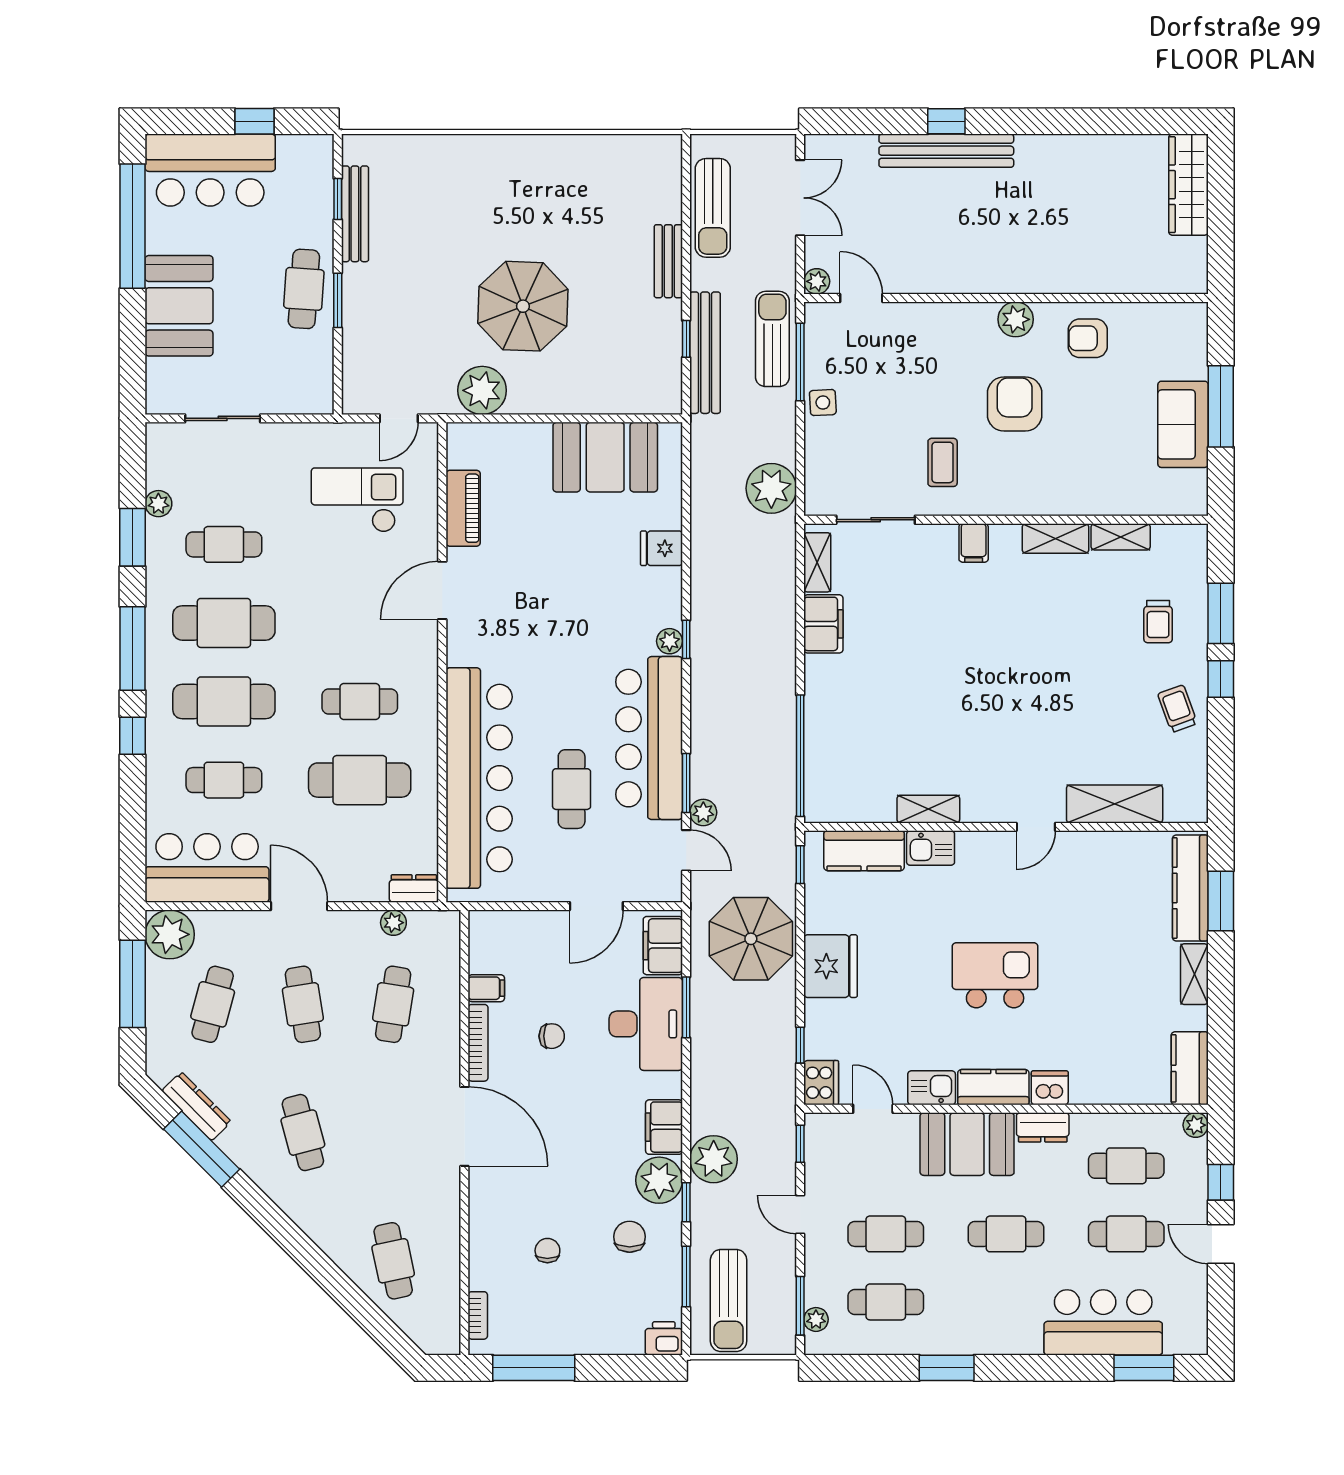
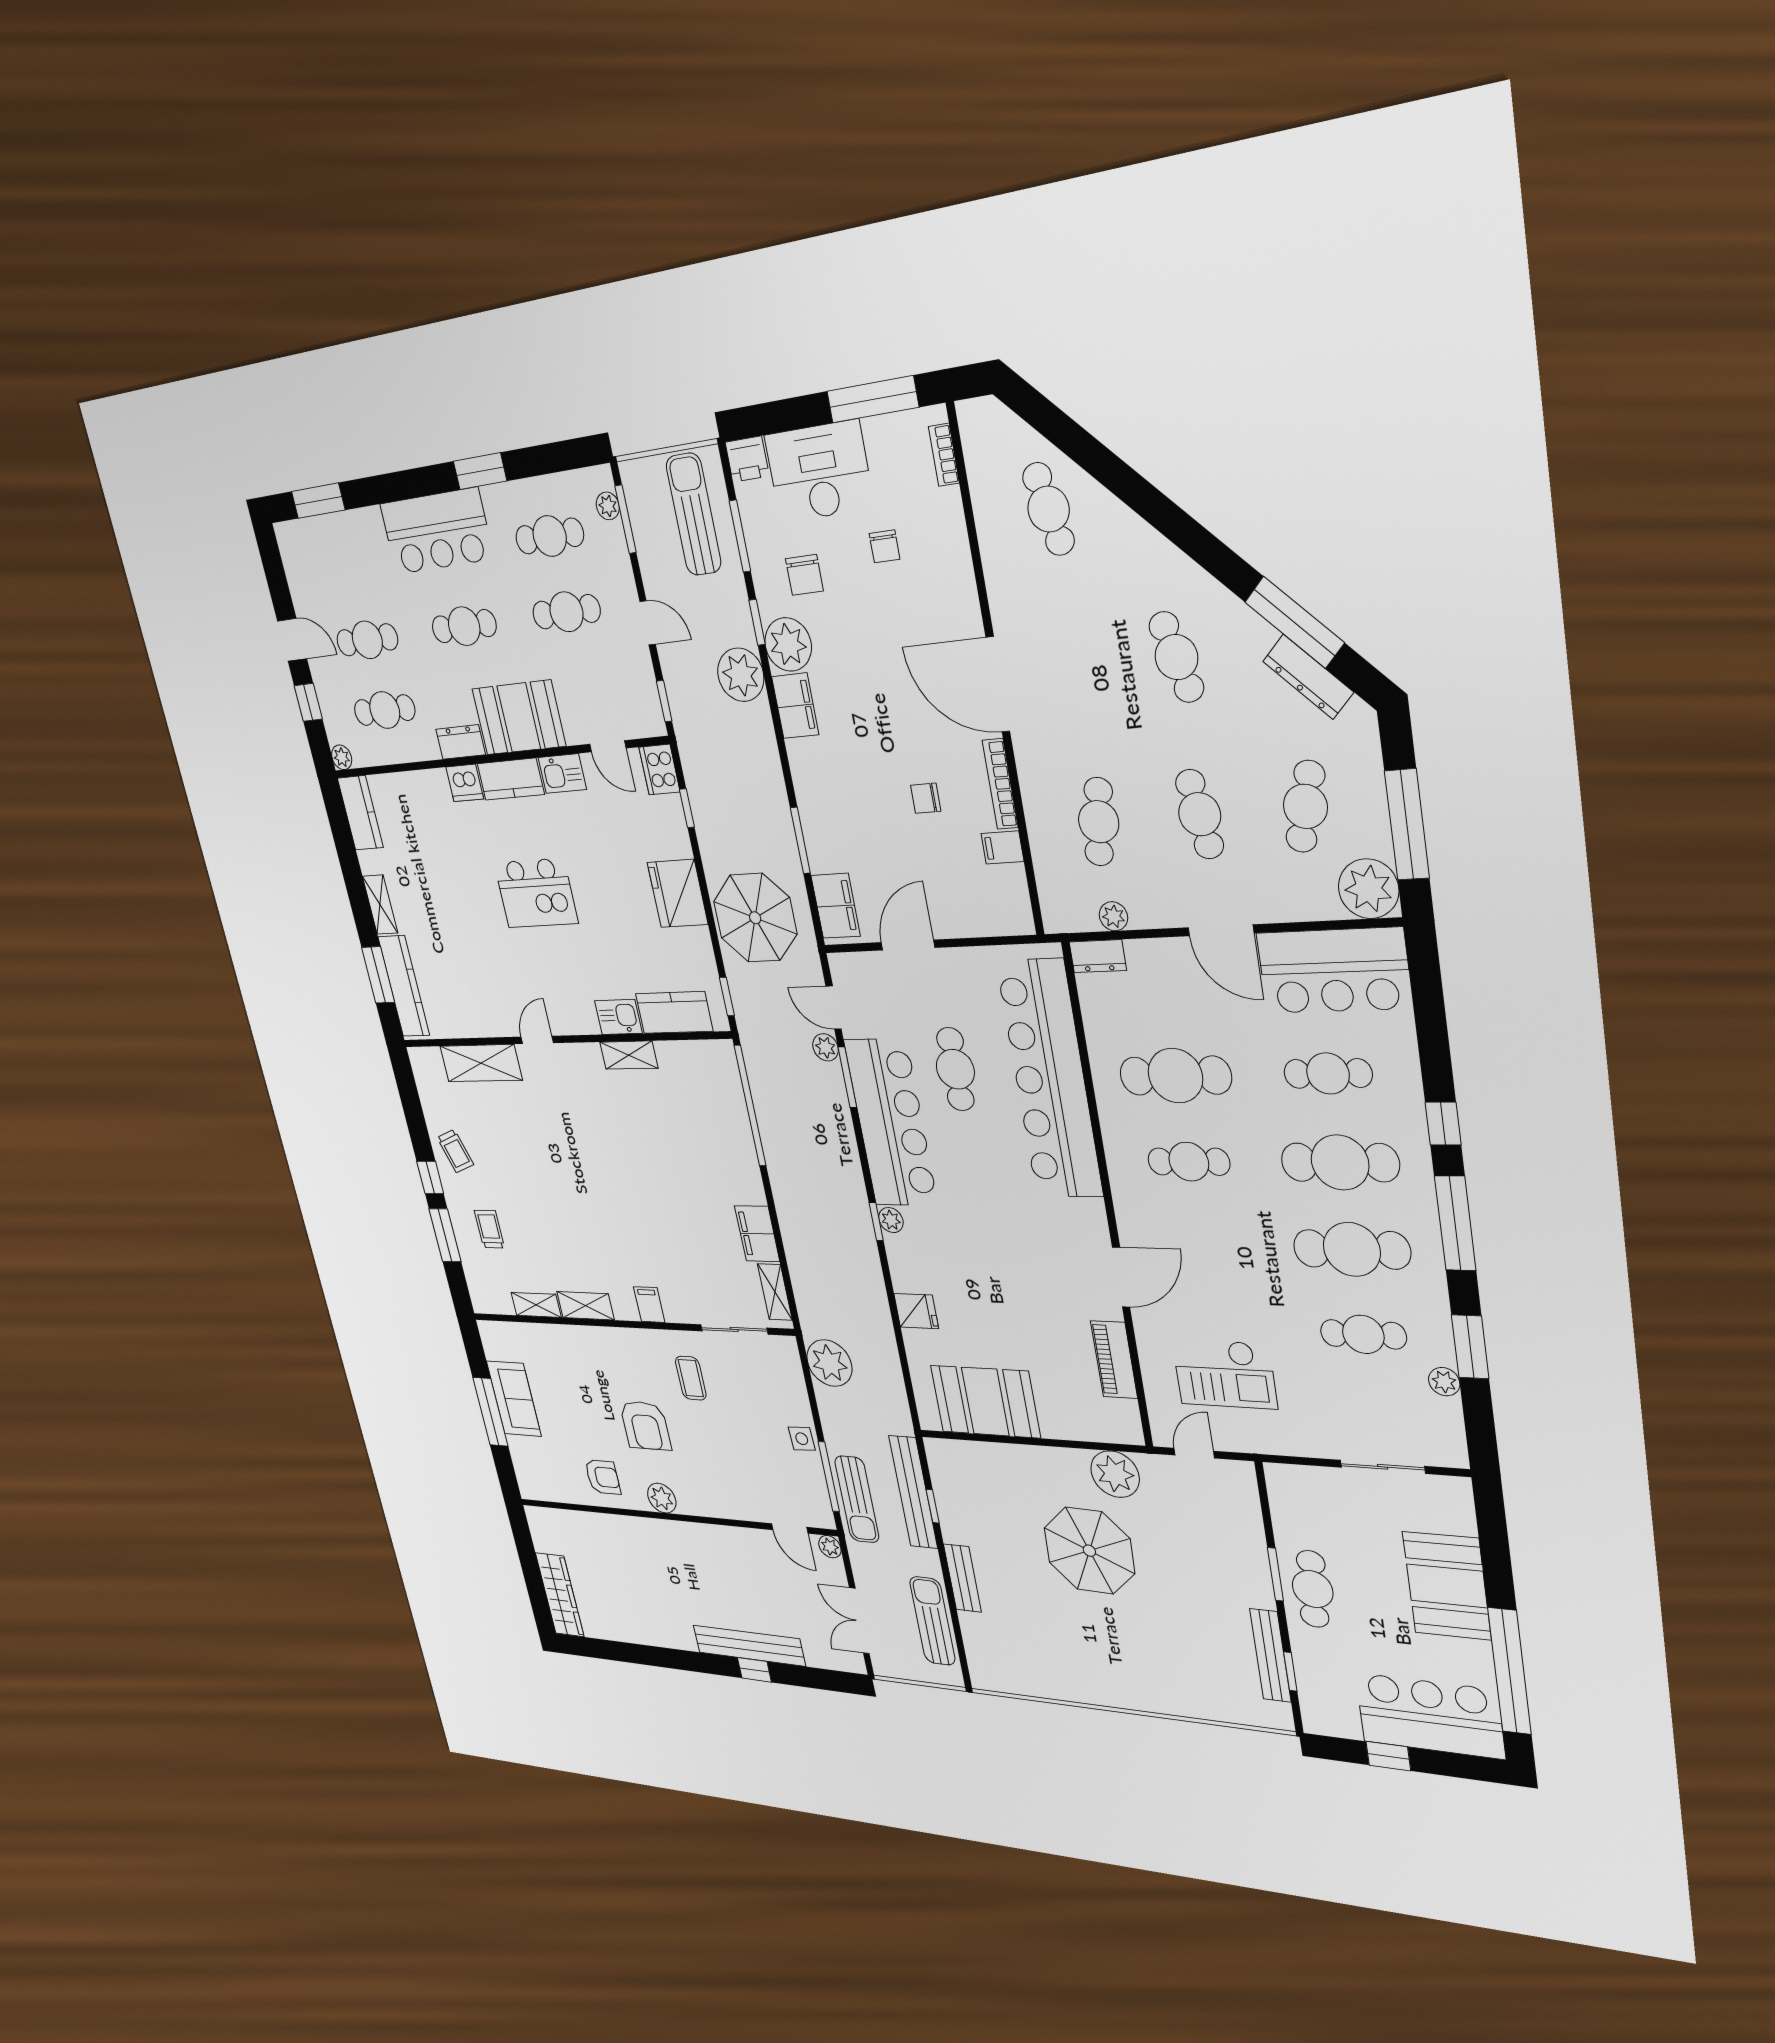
desk: (646, 1024) -> (819, 472), moved, turned 90
bar counter: (1103, 1322) -> (437, 531), moved

